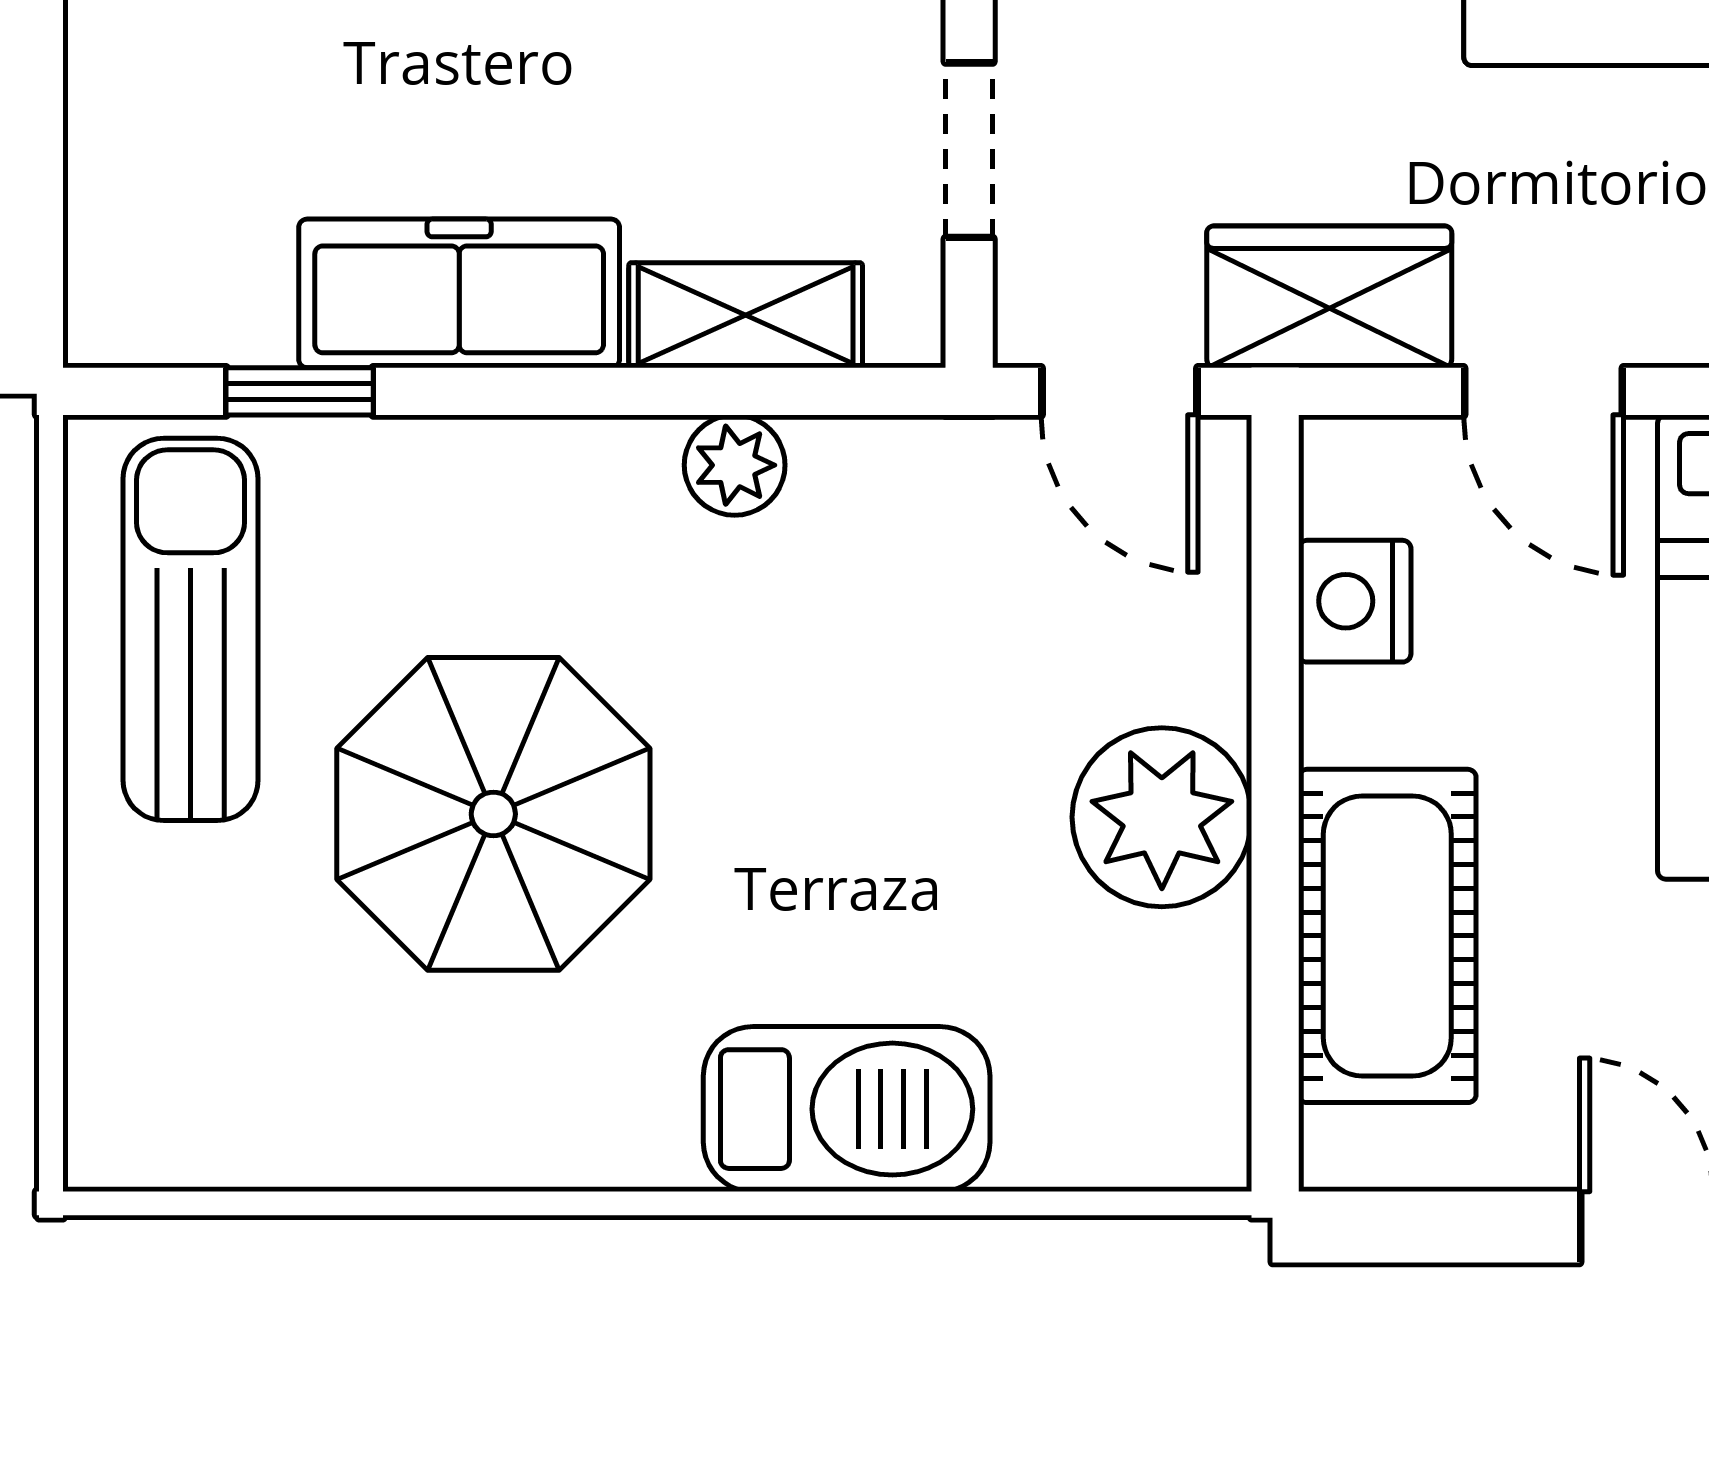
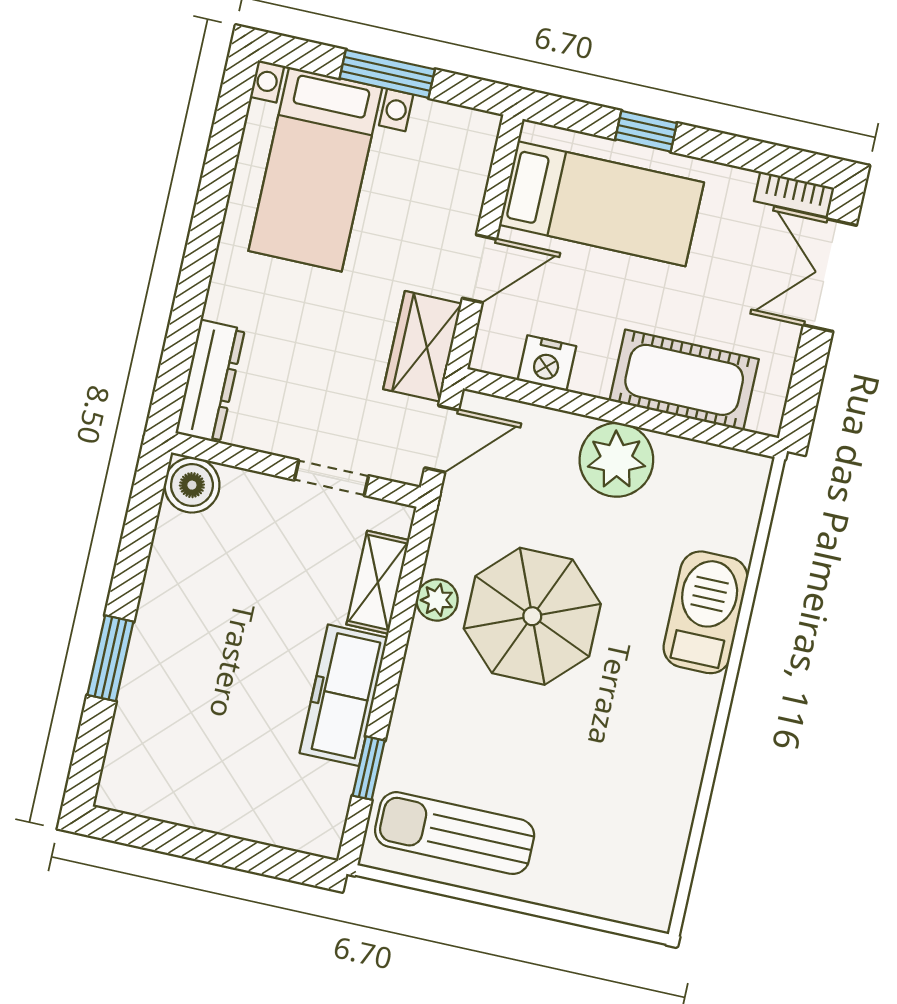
parasol: (493, 814) -> (532, 616), moved

